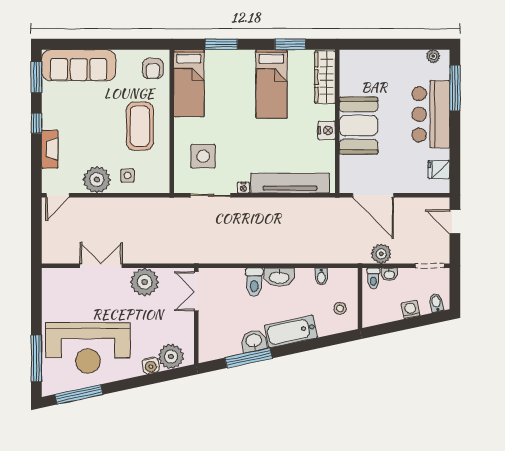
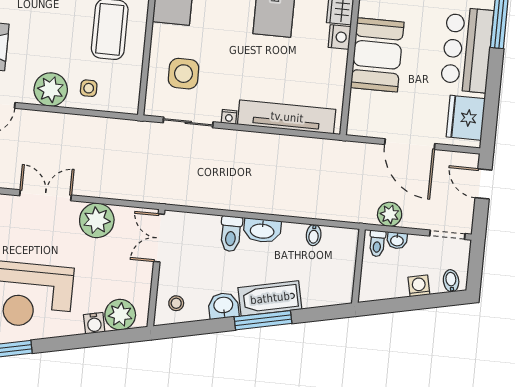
nightstand: (327, 130) -> (340, 37), moved
fridge: (439, 170) -> (466, 118), width x1.88, depth x1.34
door: (373, 195) -> (410, 144), moved
stool: (340, 308) -> (176, 303), moved
window: (249, 358) -> (263, 320), moved

